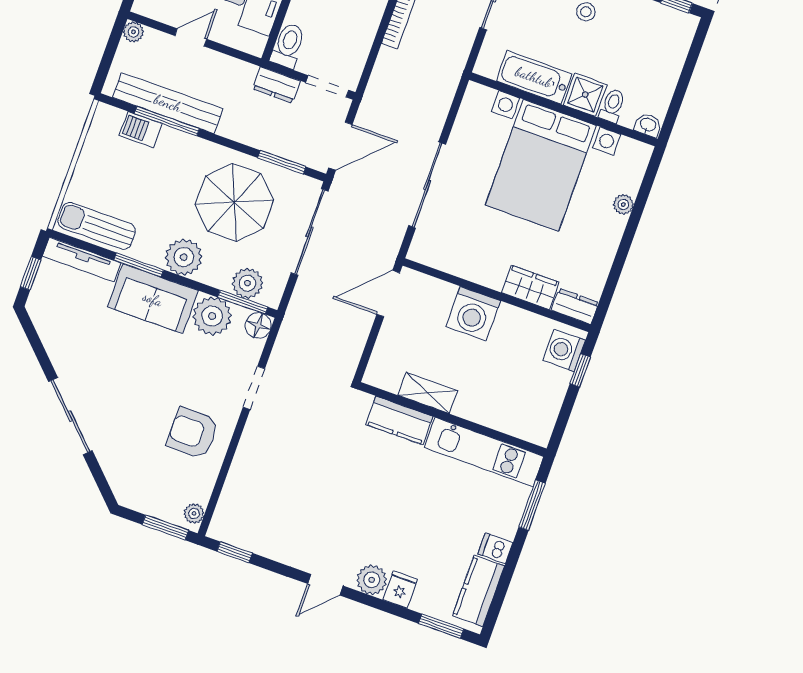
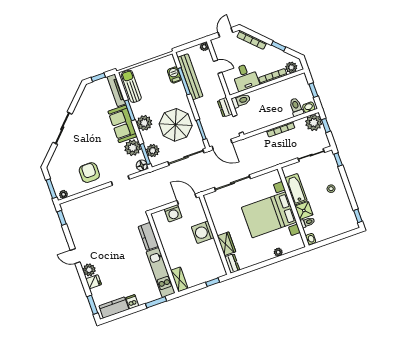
washing machine: (564, 350) -> (173, 213), moved, turned 180
shelving: (428, 393) -> (179, 279), moved

